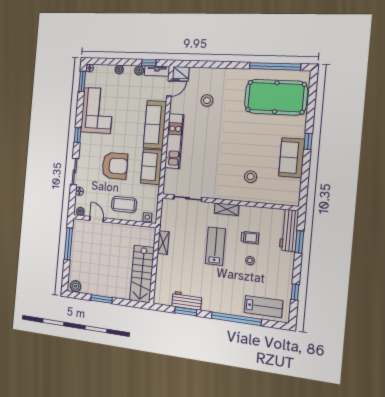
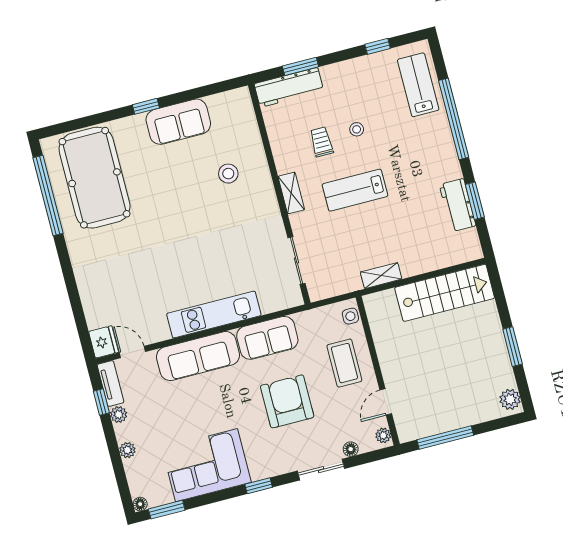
stool: (207, 100) -> (133, 284), removed

